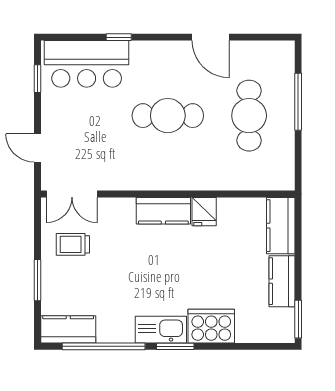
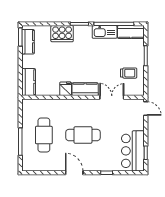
door: (211, 37) -> (74, 173), moved
bar counter: (87, 64) -> (133, 151), moved, turned -90
door: (37, 148) -> (146, 108), moved
double door: (72, 194) -> (112, 97), moved
kitchen counter: (282, 281) -> (28, 42), moved
kitchen sink: (161, 330) -> (105, 32), moved

